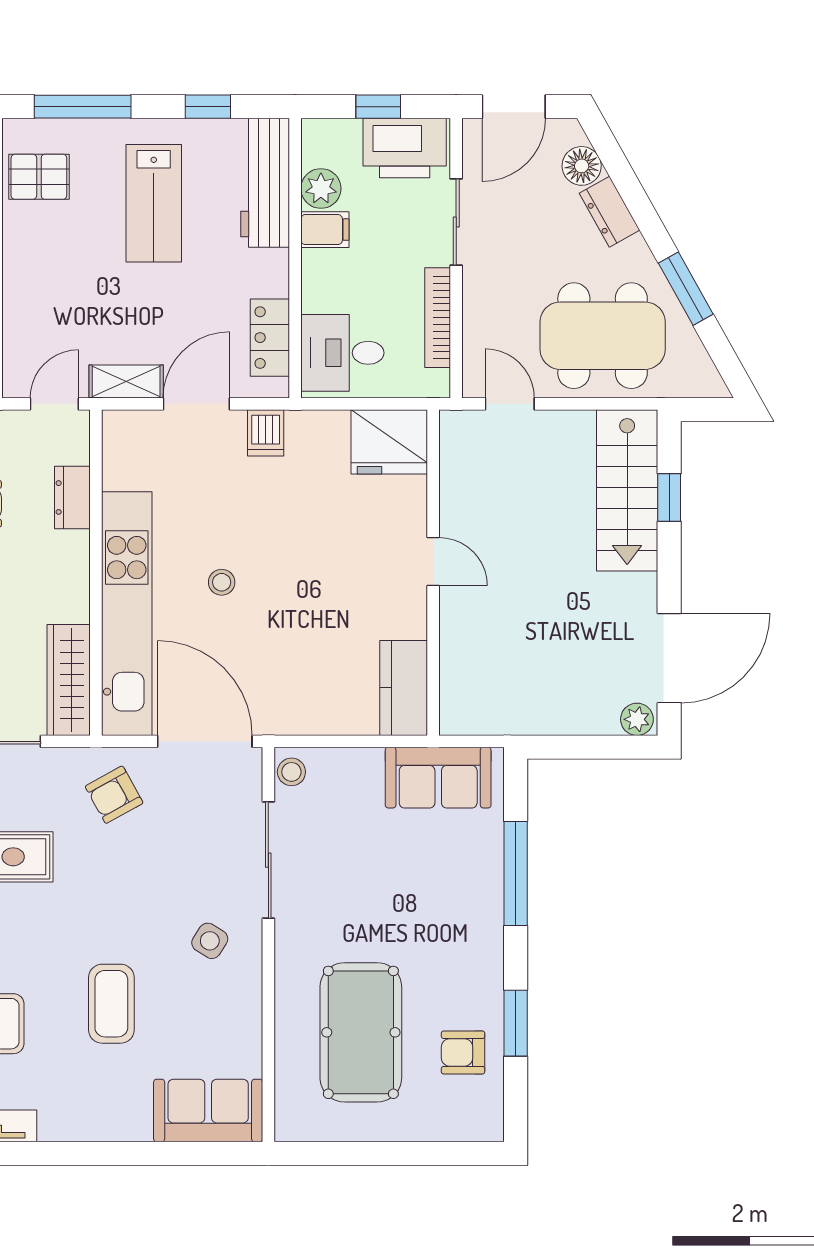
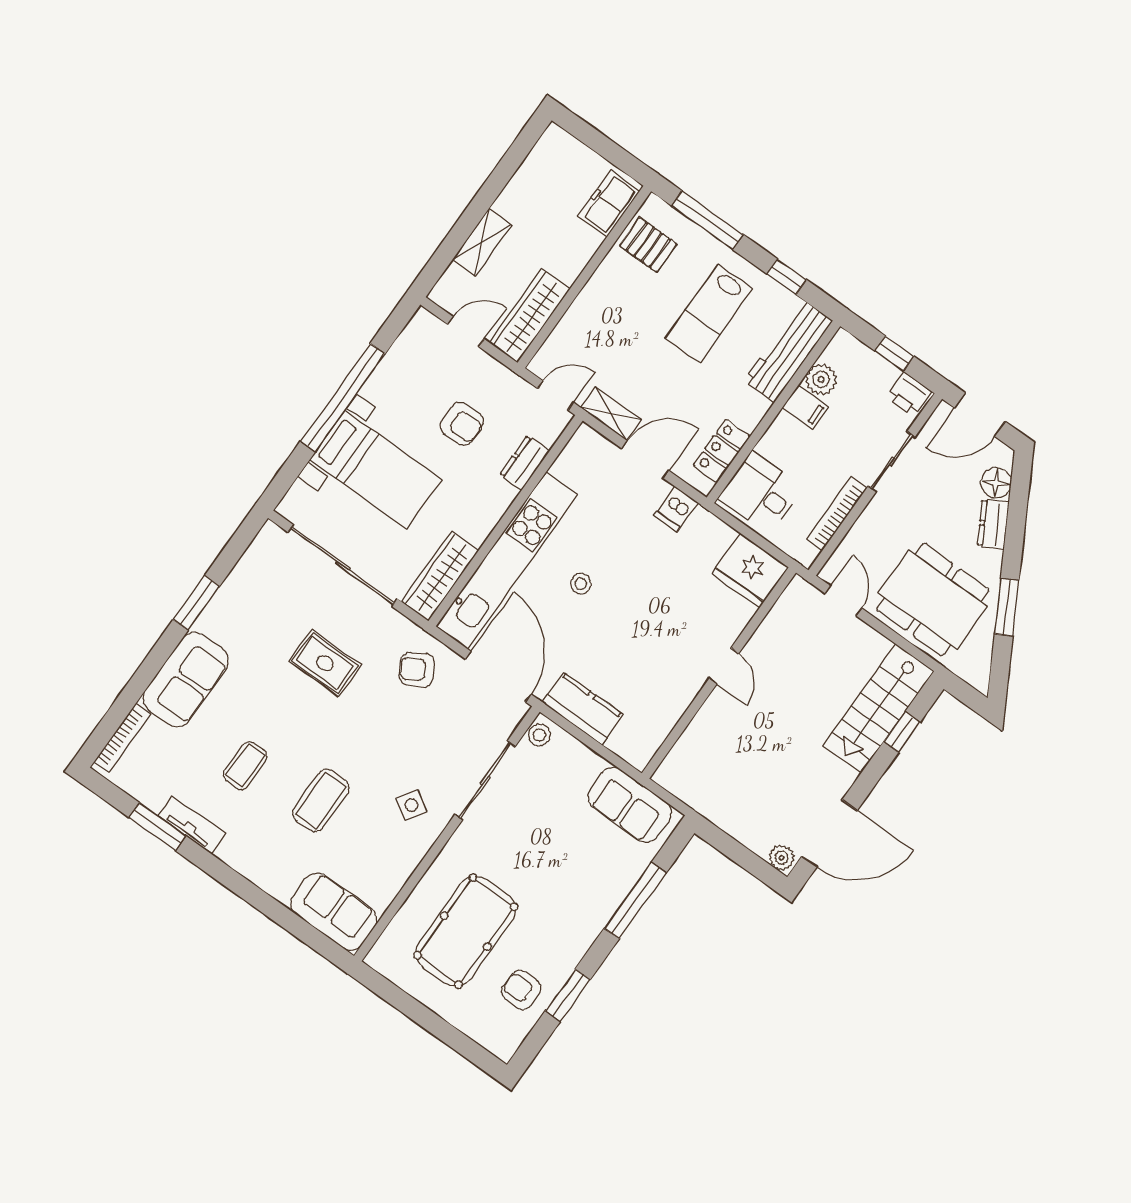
printer: (405, 148) -> (909, 394), width x0.53, depth x0.68
kitchen counter: (404, 688) -> (583, 708), moved, turned 90

